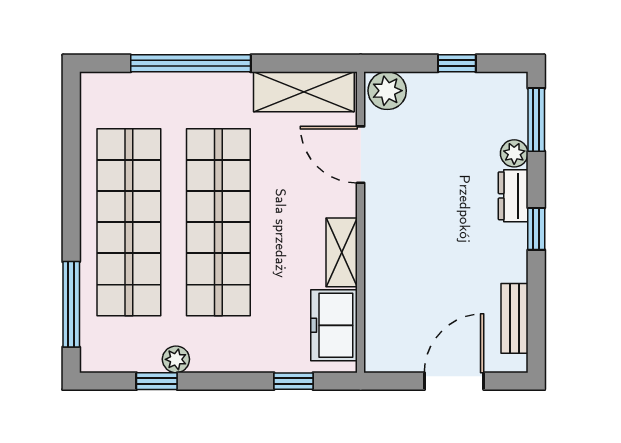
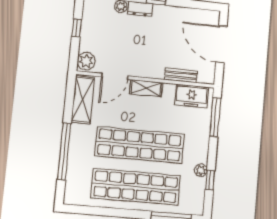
shelving: (342, 252) -> (146, 88), moved
bench: (515, 318) -> (181, 75), moved
window: (293, 381) -> (215, 117), width x2.17
door: (454, 381) -> (221, 44), width x1.36

